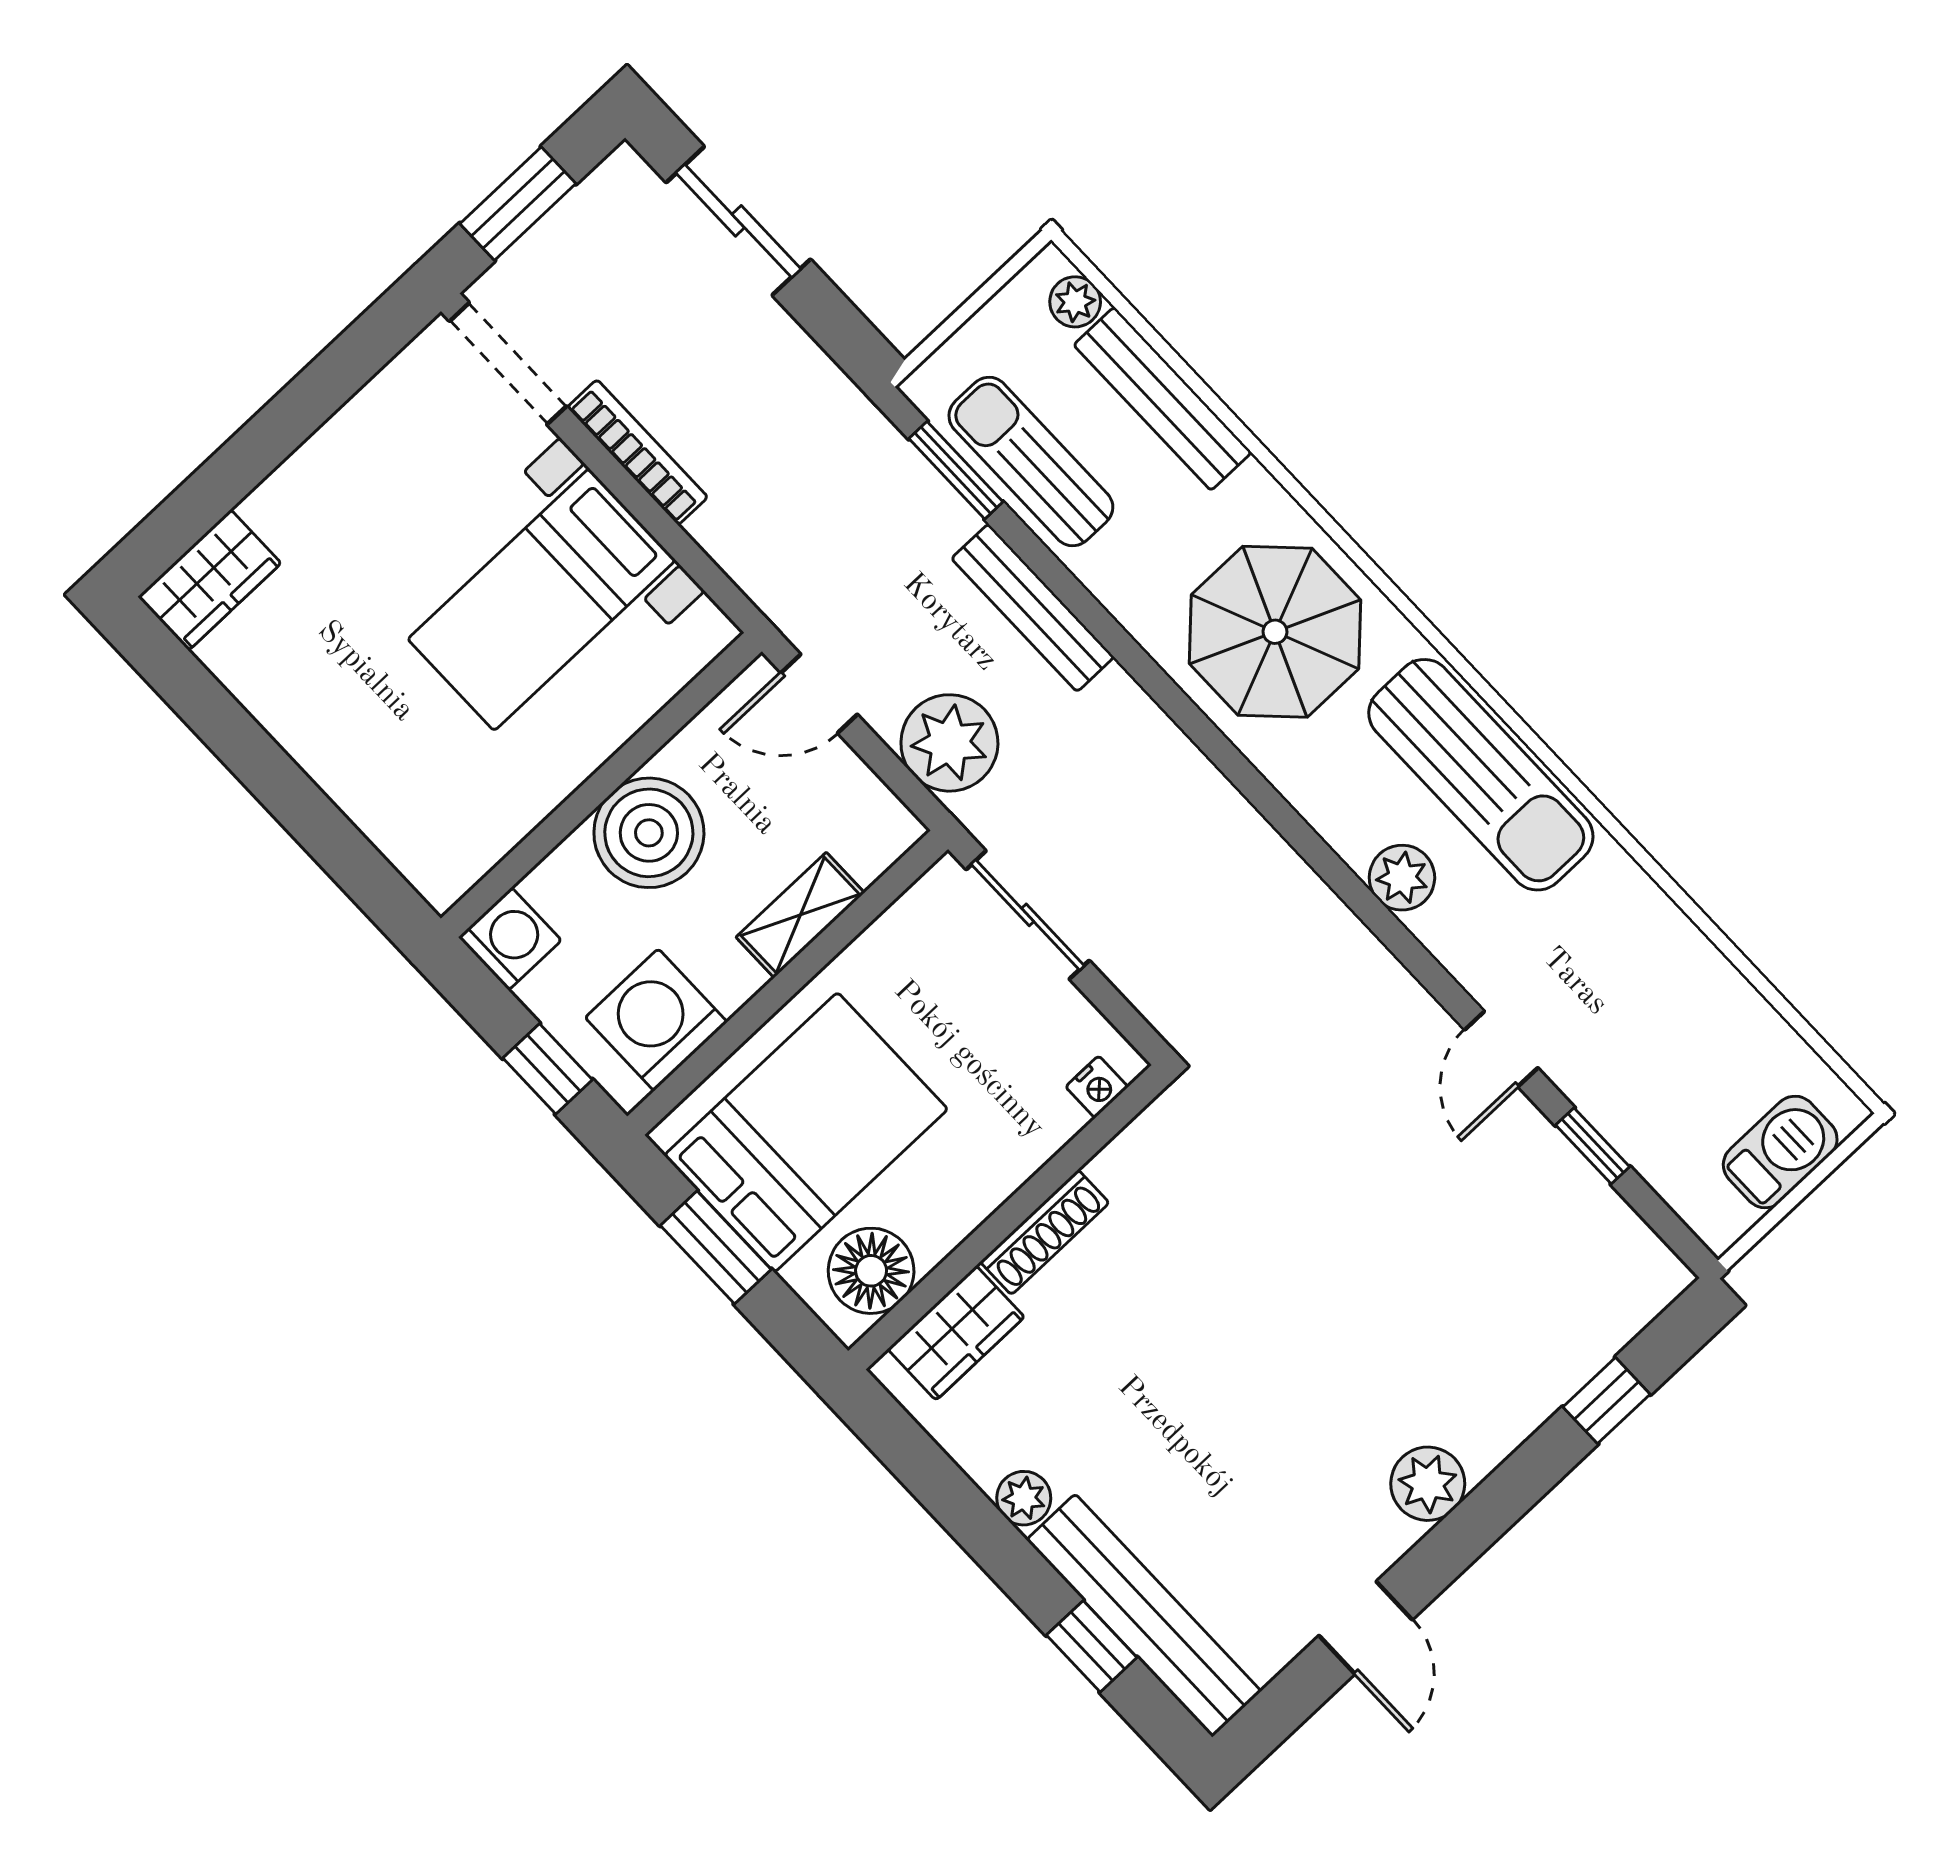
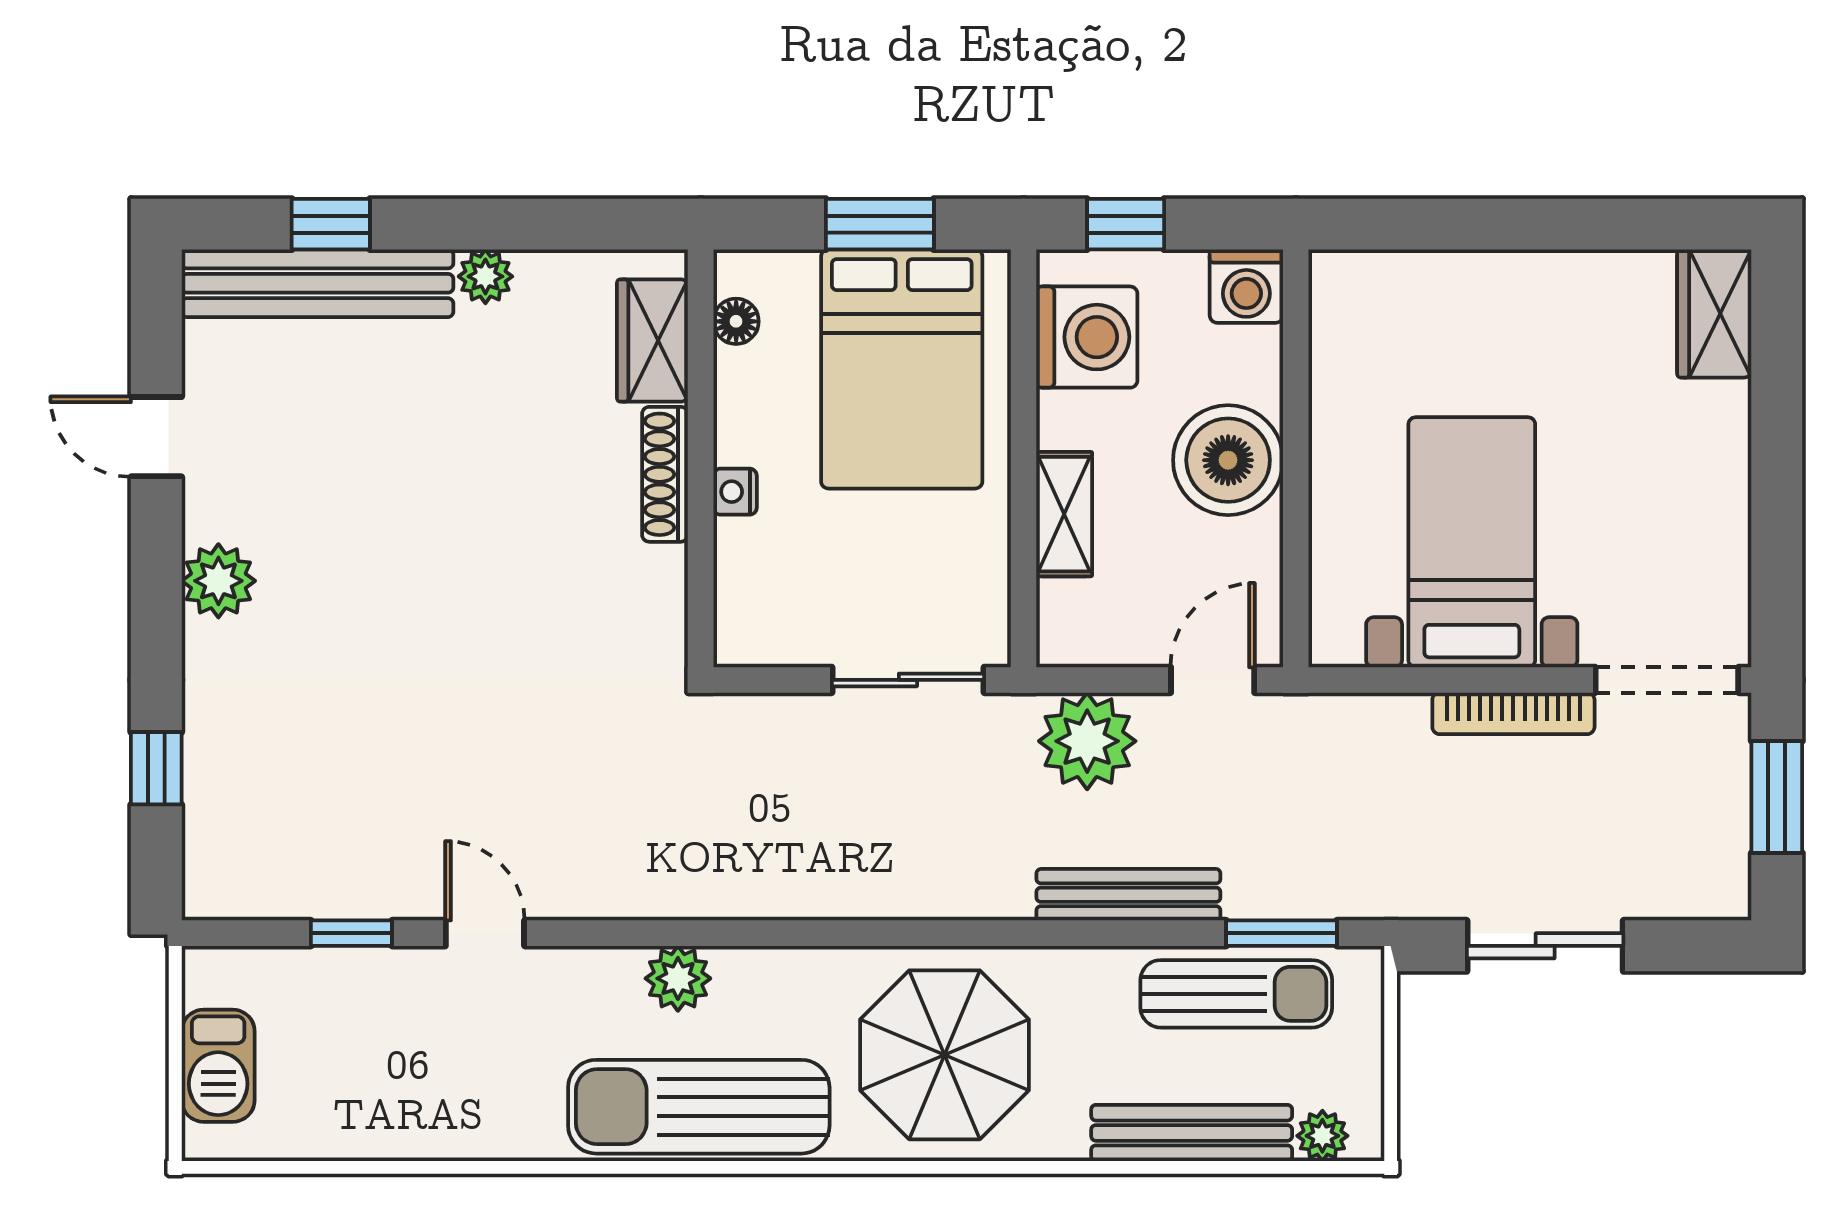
sliding door: (738, 221) -> (1545, 946), moved
nightstand: (1097, 1087) -> (735, 492), moved
floor lamp: (871, 1271) -> (736, 321), width x0.53, depth x0.53

